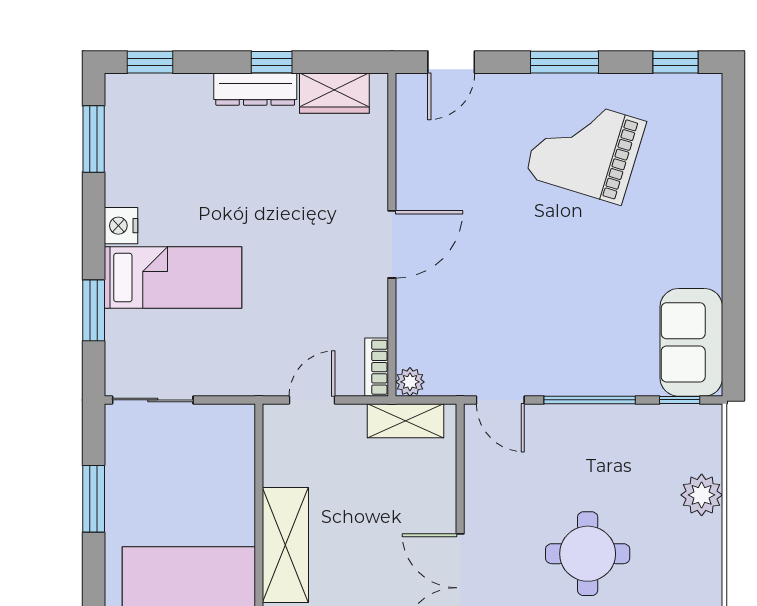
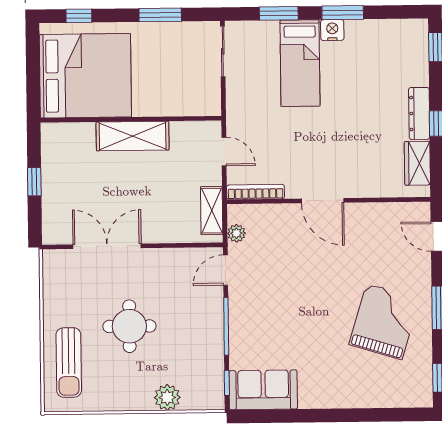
window: (94, 139) -> (343, 13), moved
bookcase: (377, 367) -> (256, 192), width x1.56
plant: (410, 382) -> (236, 233), moved

